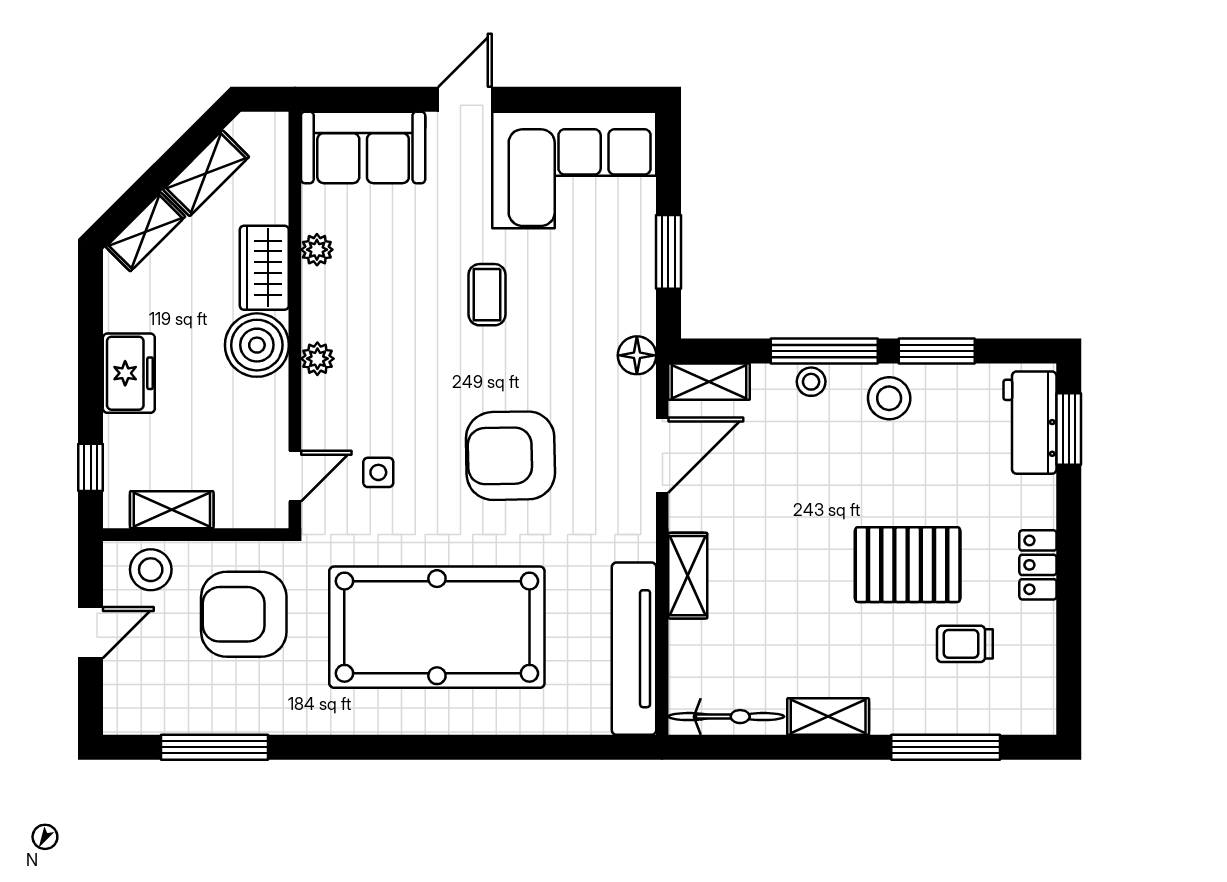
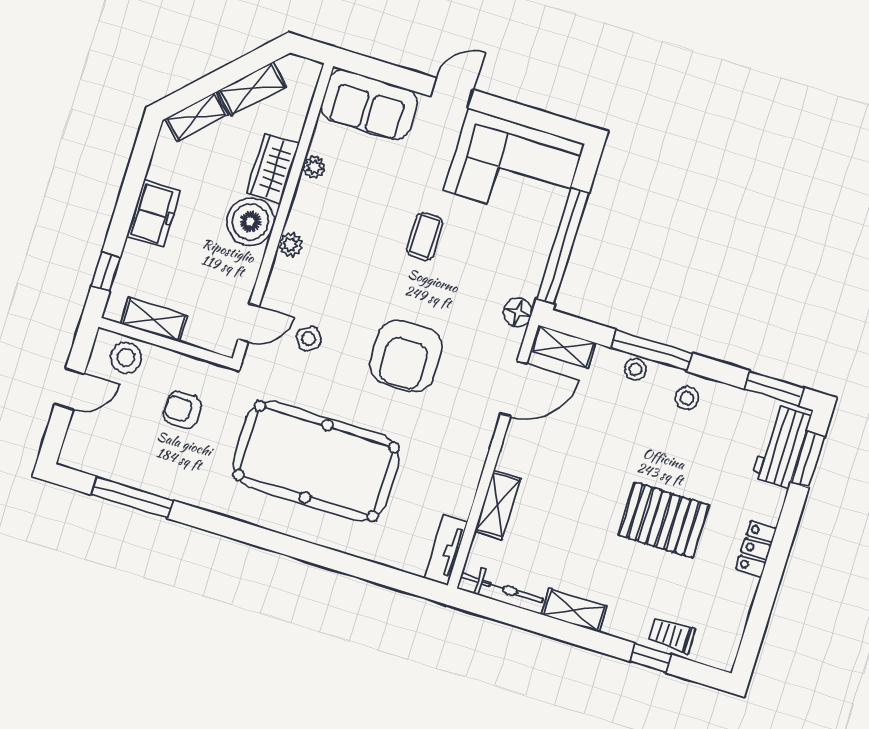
window: (668, 252) -> (563, 246), width x2.11
window: (937, 351) -> (774, 388), moved
stool: (889, 398) -> (687, 398), width x0.73, depth x0.73
armchair: (510, 456) -> (406, 356), turned -89
side table: (378, 472) -> (309, 339), turned -35
shelving: (688, 576) -> (498, 505), moved
armchair: (244, 614) -> (182, 410), width x0.53, depth x0.53
trolley: (965, 644) -> (672, 635), moved
tv unit: (634, 649) -> (446, 550), width x0.52, depth x0.78
window: (946, 747) -> (650, 658), width x0.46

